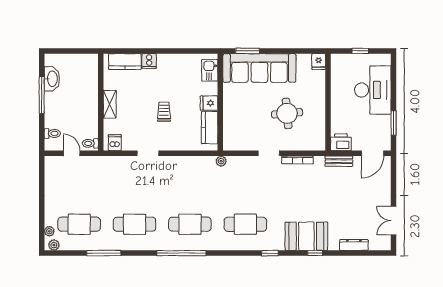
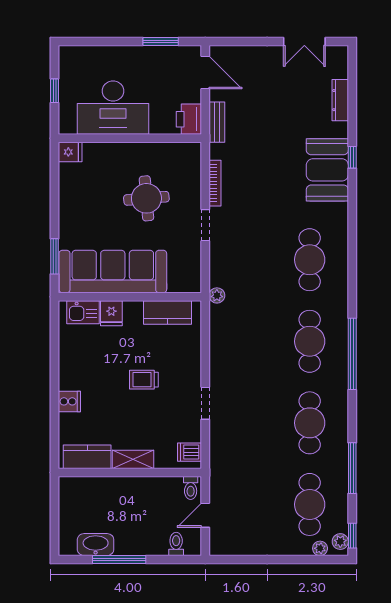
kitchen counter: (125, 62) -> (87, 457), moved, turned -90
sofa: (259, 68) -> (113, 271), moved, turned -90
desk: (373, 90) -> (113, 108), moved, turned 180
fridge: (209, 103) -> (111, 313), moved
window: (270, 253) -> (352, 536), moved

